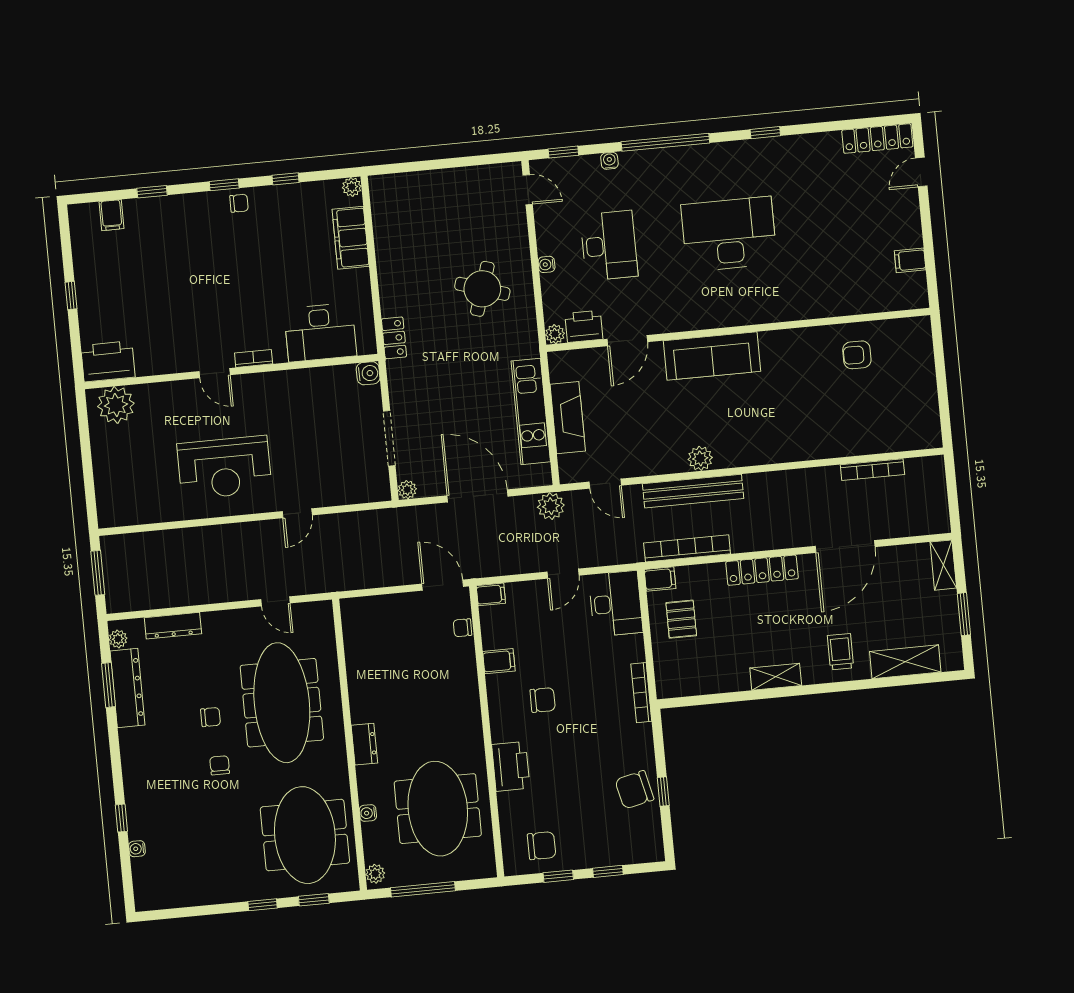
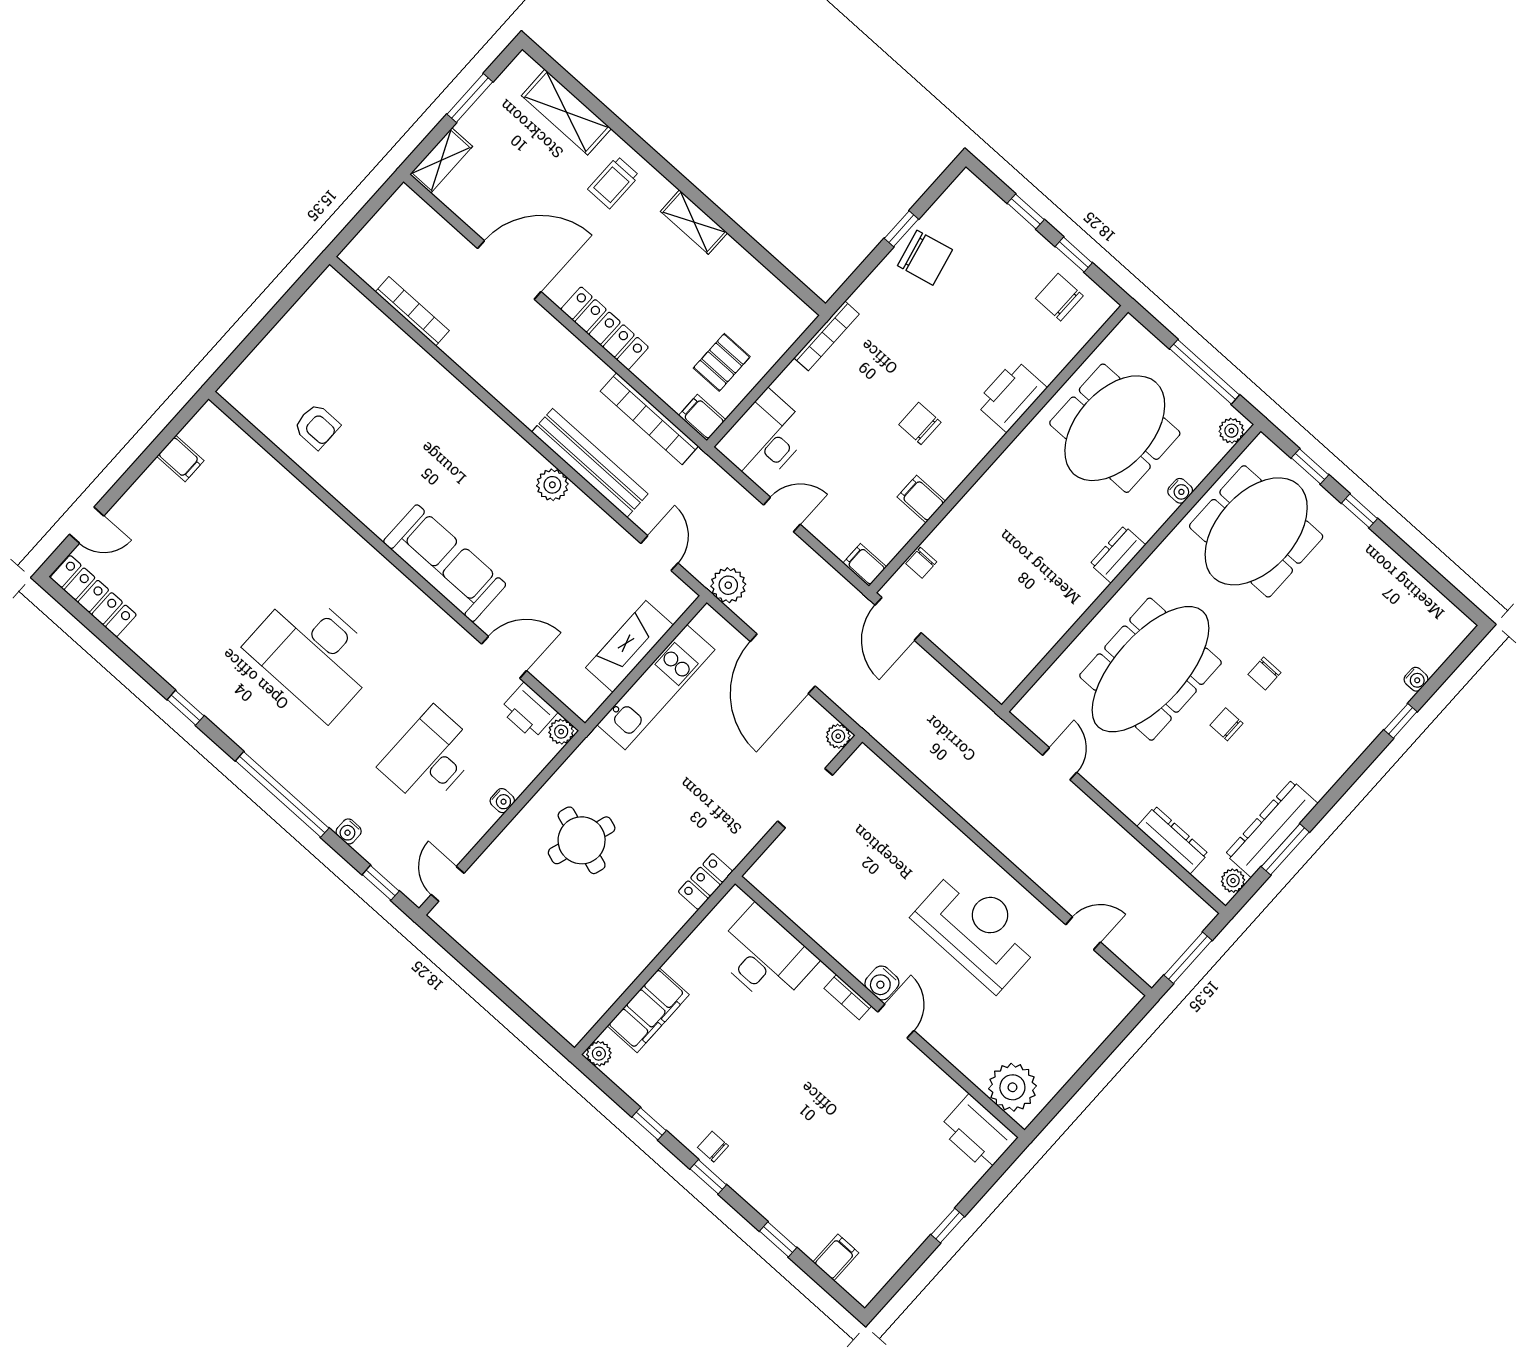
water cooler: (368, 373) -> (882, 983), moved, turned -90
door: (297, 513) -> (1083, 933), moved
chair: (463, 628) -> (921, 563), turned 90

